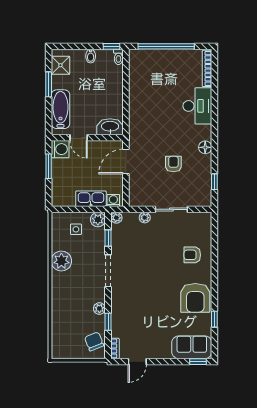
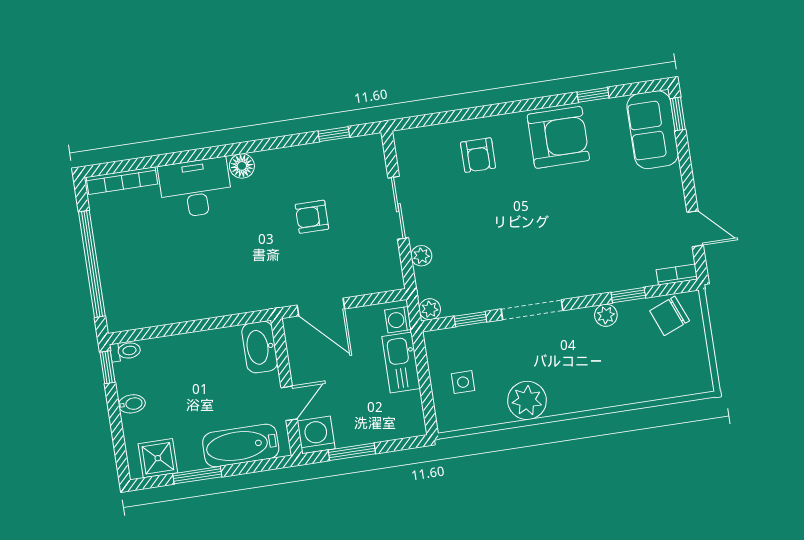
floor lamp: (205, 147) -> (242, 166), moved
plant: (98, 220) -> (438, 343), removed

